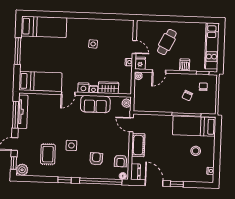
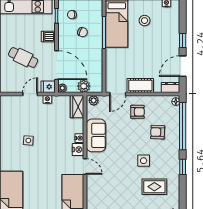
door: (159, 71) -> (56, 65), width x1.87
wardrobe: (108, 88) -> (77, 107), moved
plant: (139, 95) -> (84, 86), added
armchair: (121, 161) -> (137, 112), moved

